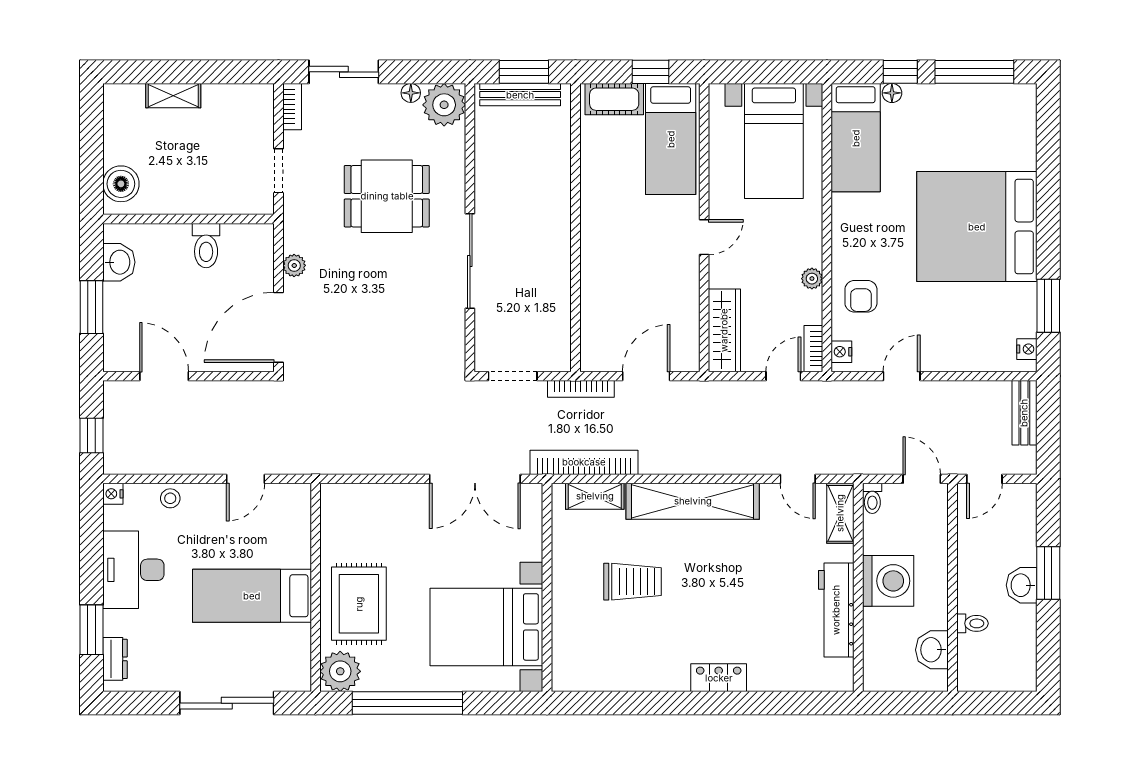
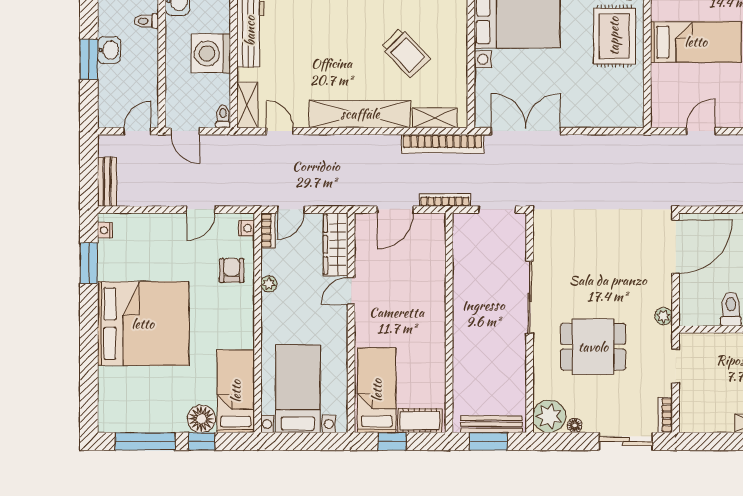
floor lamp: (892, 93) -> (201, 419), width x1.89, depth x1.89
door: (704, 237) -> (351, 291), moved
plant: (294, 265) -> (664, 316), moved
trolley: (633, 582) -> (406, 53), turned -134

